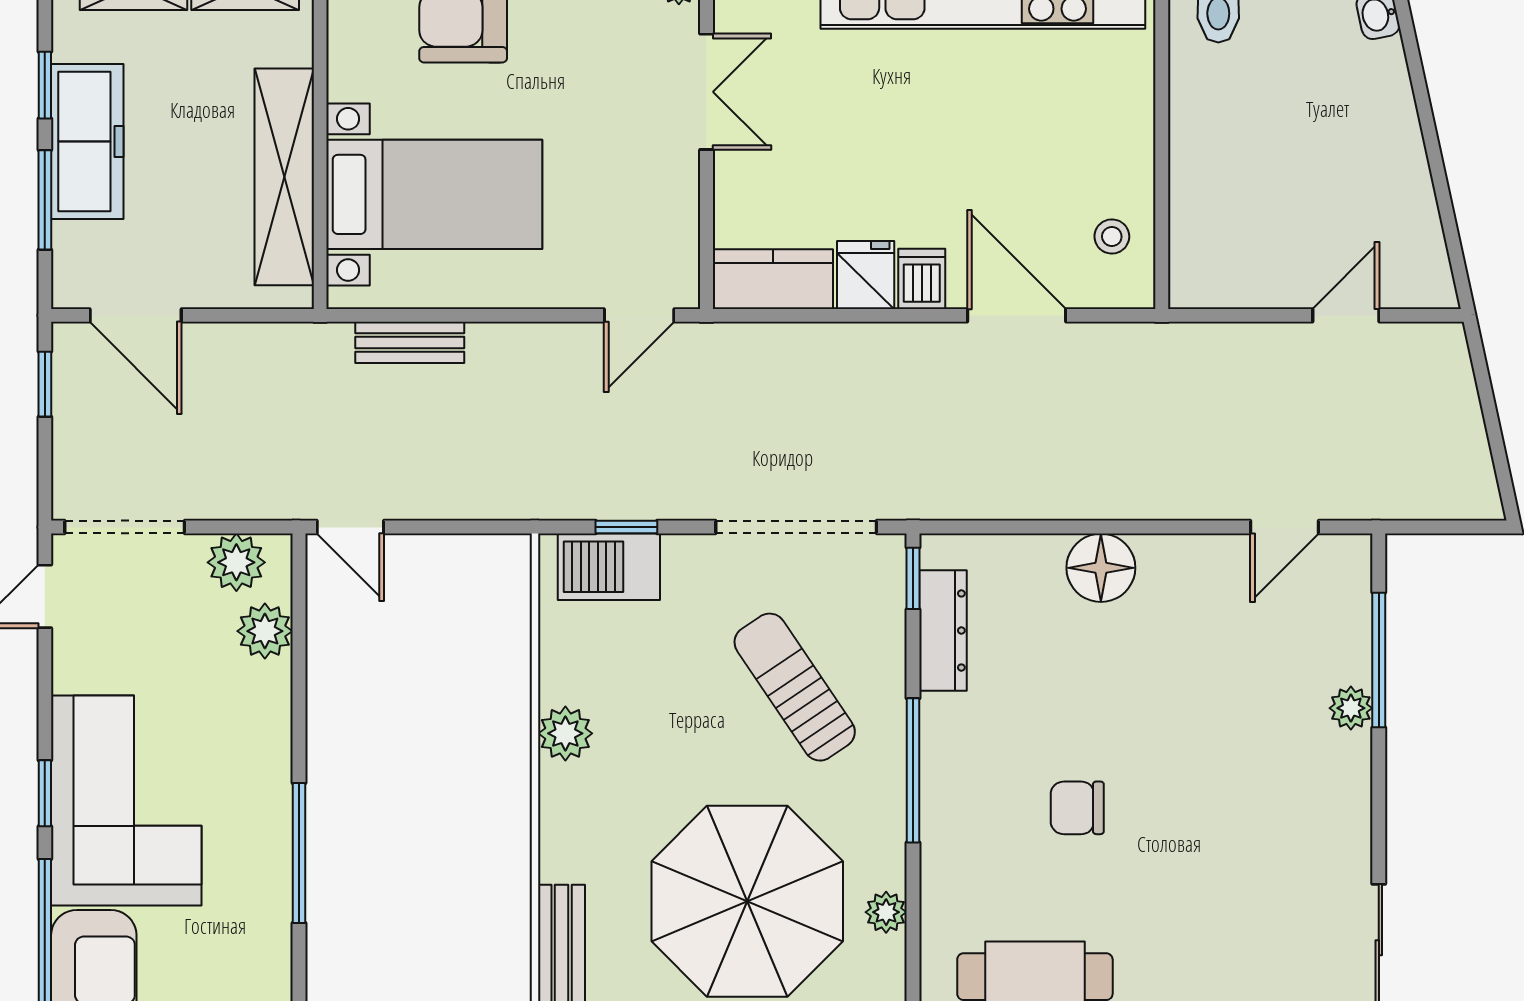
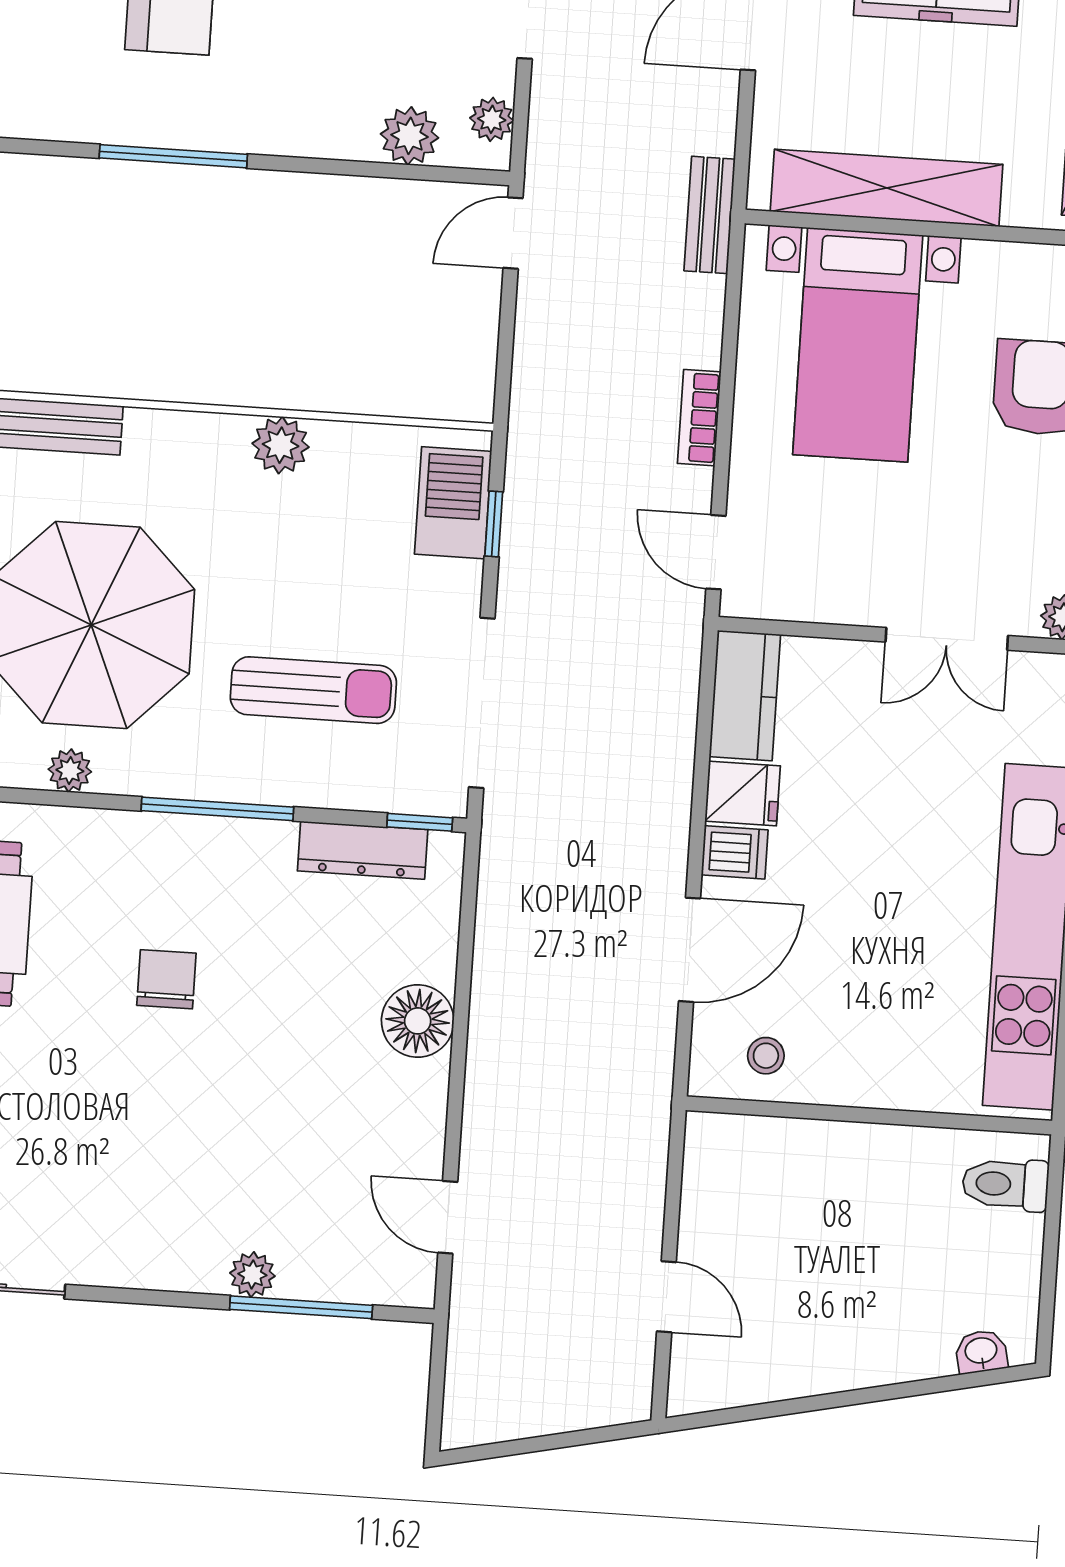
bookcase: (513, 340) -> (699, 418), added
bench: (410, 342) -> (710, 215), moved
plant: (236, 562) -> (492, 119), width x0.73, depth x0.73
sun lounger: (795, 687) -> (313, 690), turned 34

